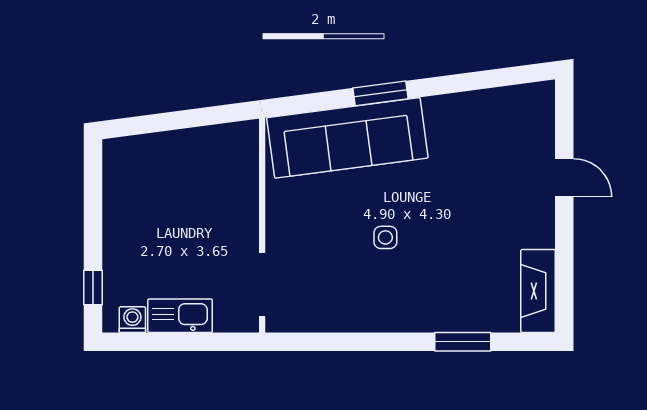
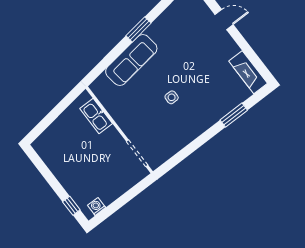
window: (380, 93) -> (138, 29), moved
sofa: (347, 138) -> (131, 60), width x0.74, depth x0.79
kitchen sink: (180, 316) -> (96, 116), moved, turned -90

